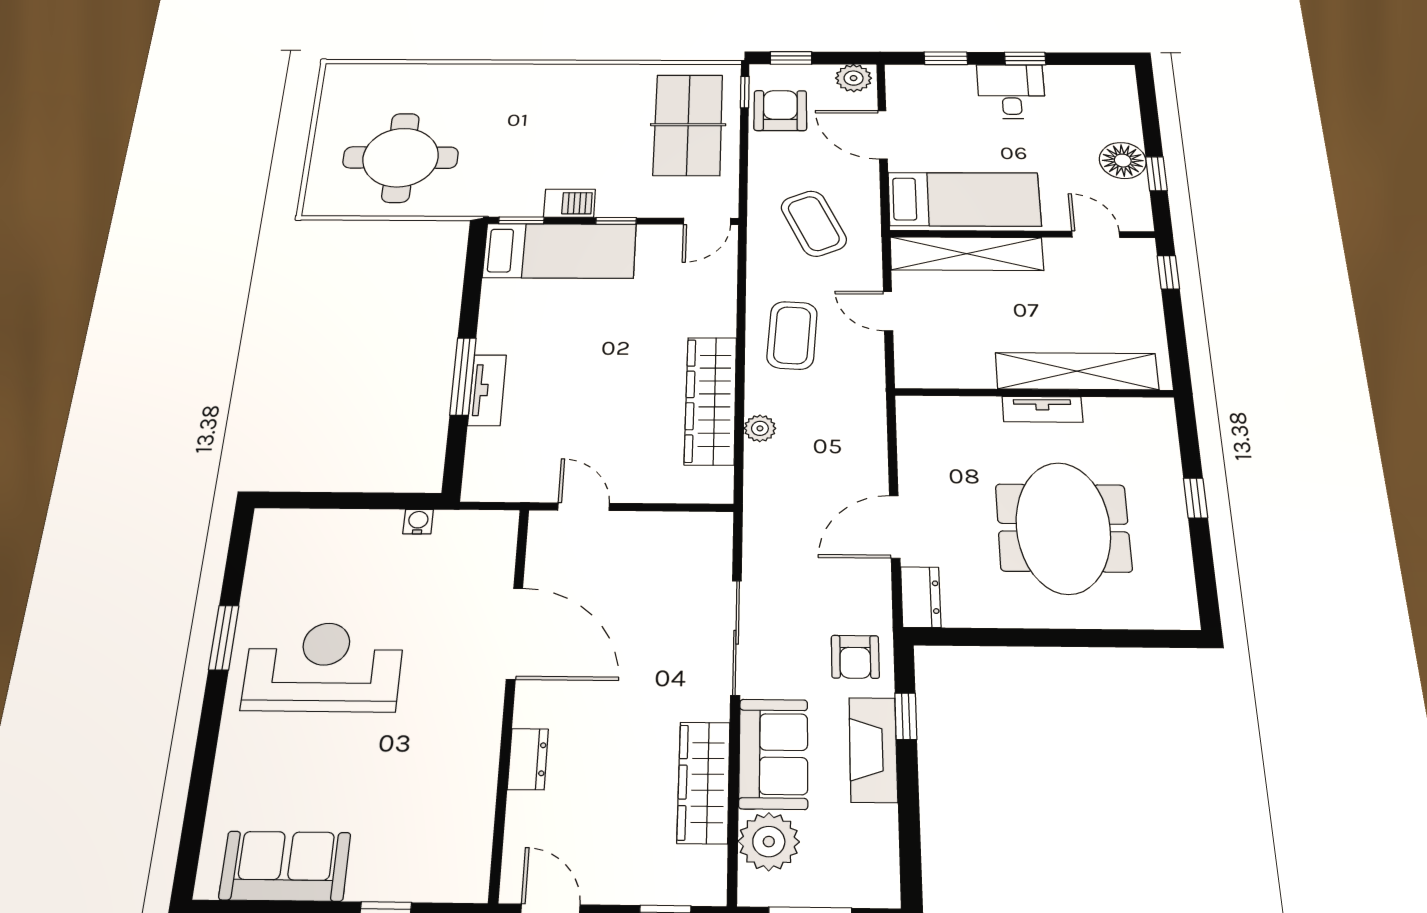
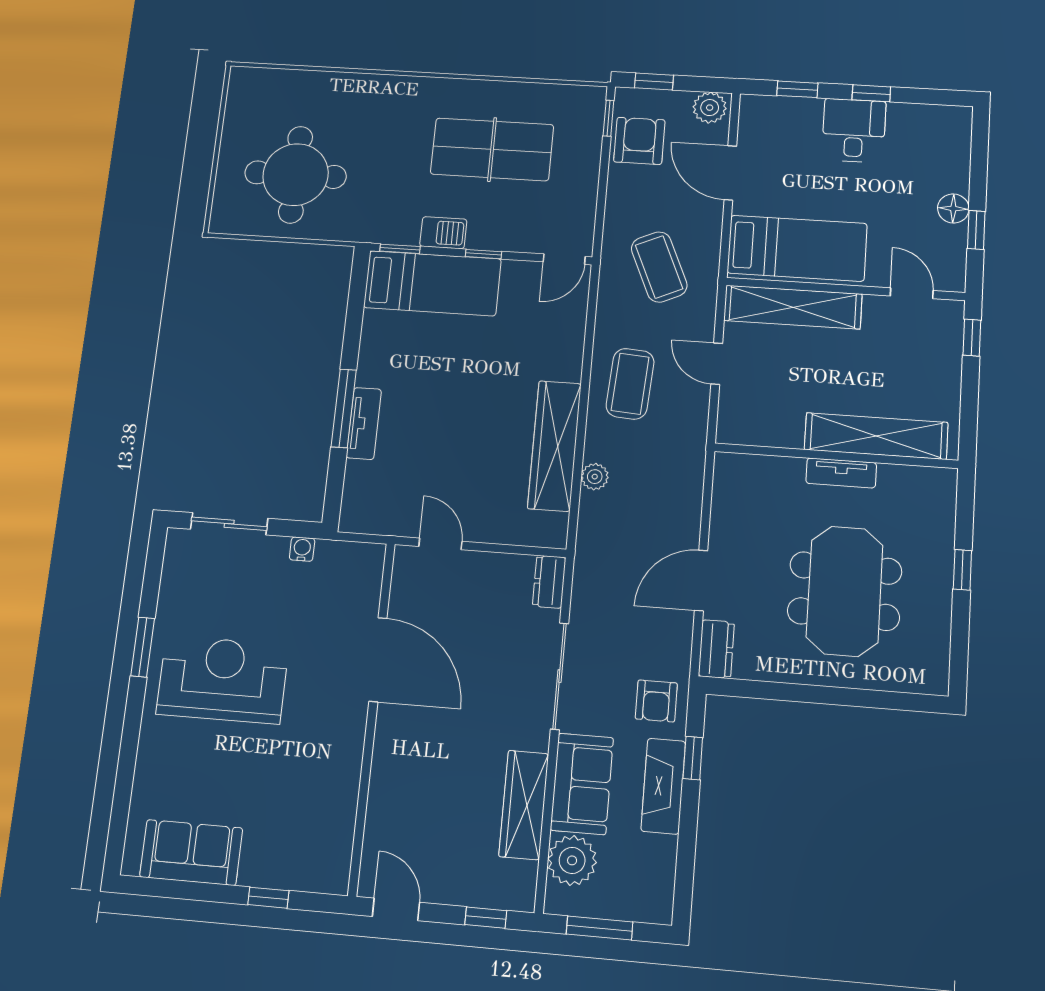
table tennis table: (688, 125) -> (492, 149), moved, turned 90
floor lamp: (1123, 161) -> (953, 209), width x0.73, depth x0.73
sliding door: (329, 500) -> (229, 524), added
dresser: (528, 759) -> (549, 582), moved, turned 180

